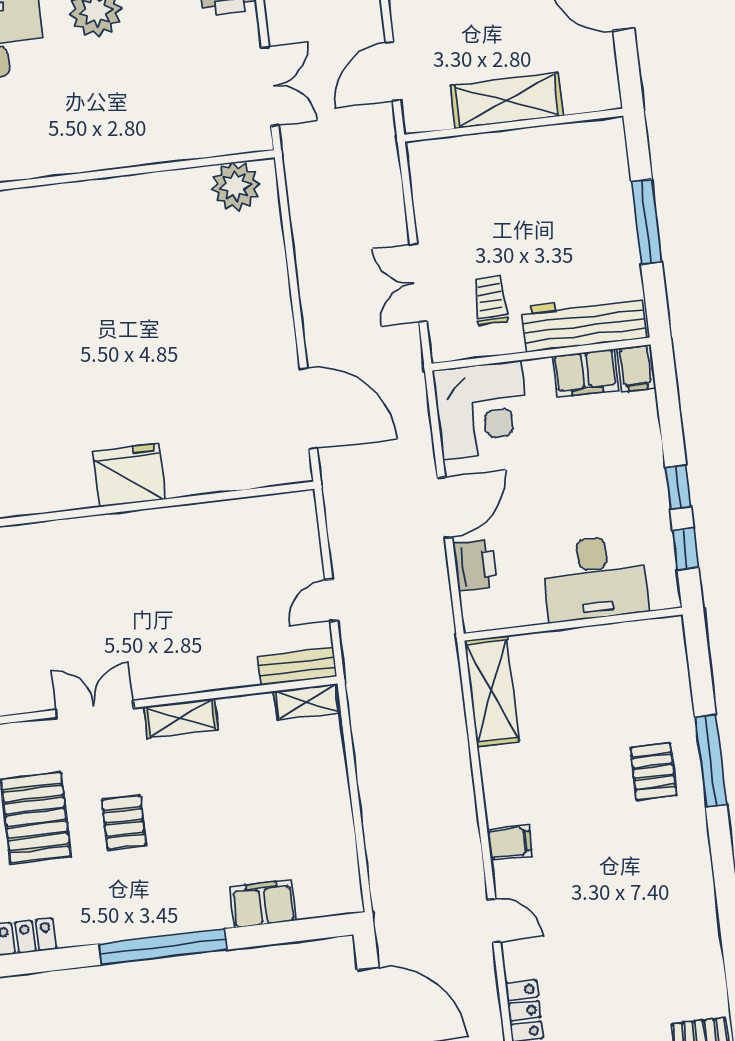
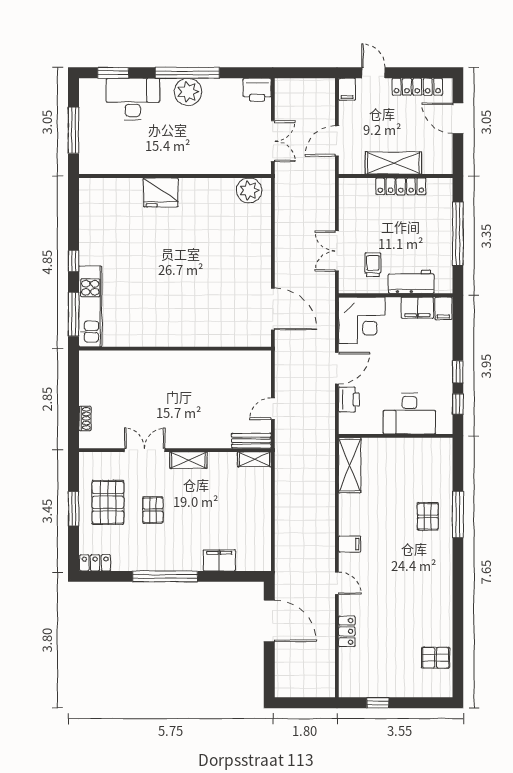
locker: (526, 144) -> (401, 186), added
window: (647, 222) -> (458, 234), width x1.46
workbench: (584, 323) -> (411, 282), width x0.73
fridge: (129, 475) -> (161, 192), moved, turned 180

